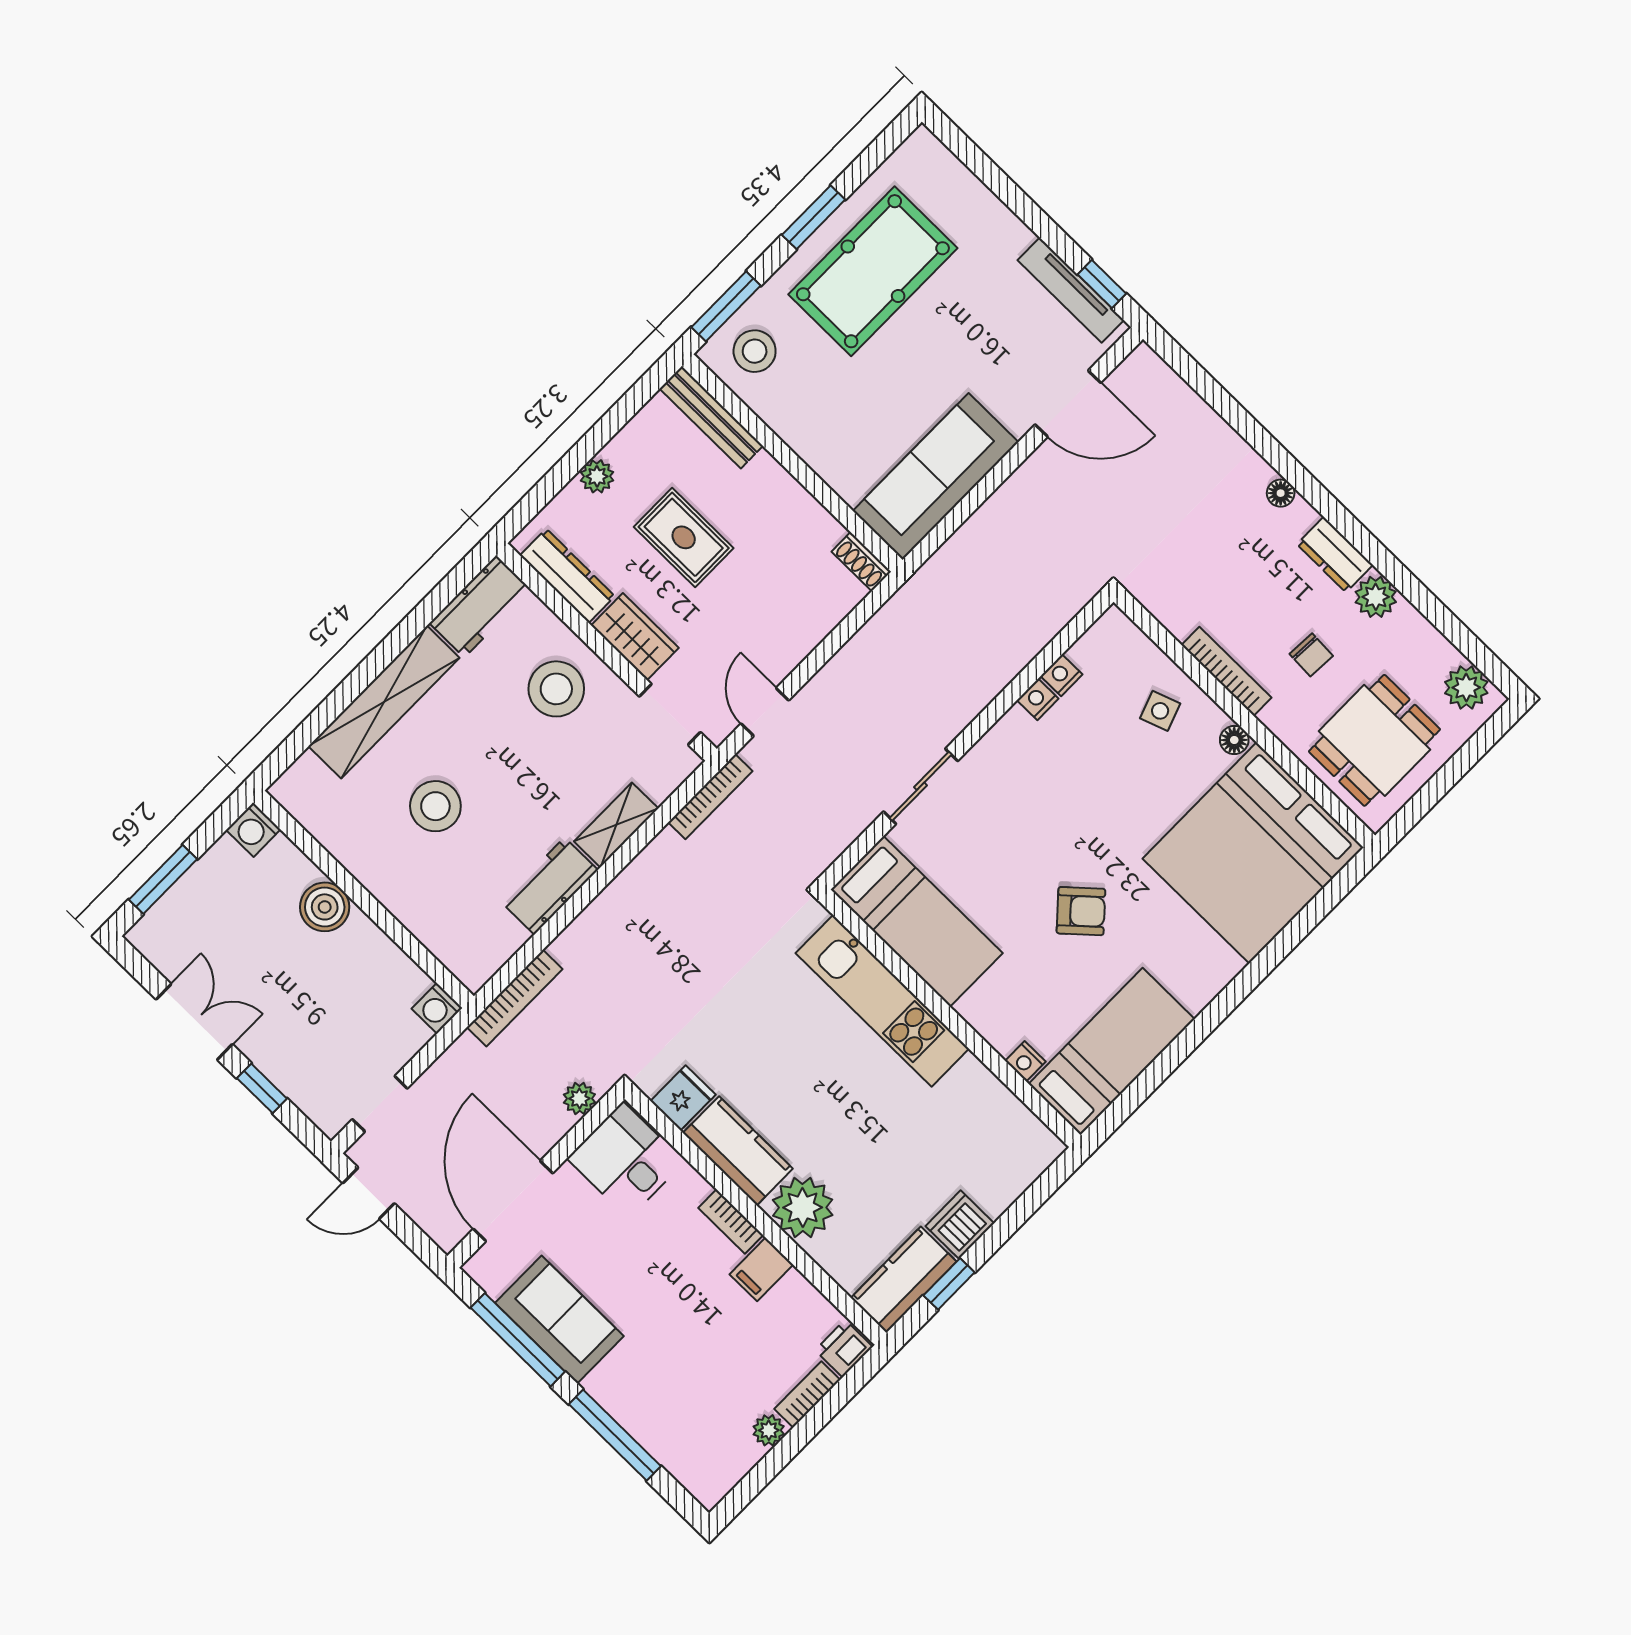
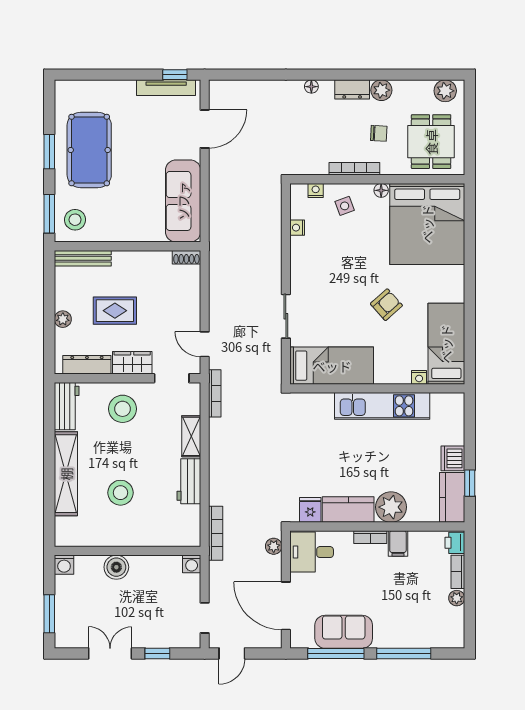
nightstand: (1038, 699) -> (316, 190), moved, turned 90
kitchen unit: (882, 1001) -> (382, 406), moved

